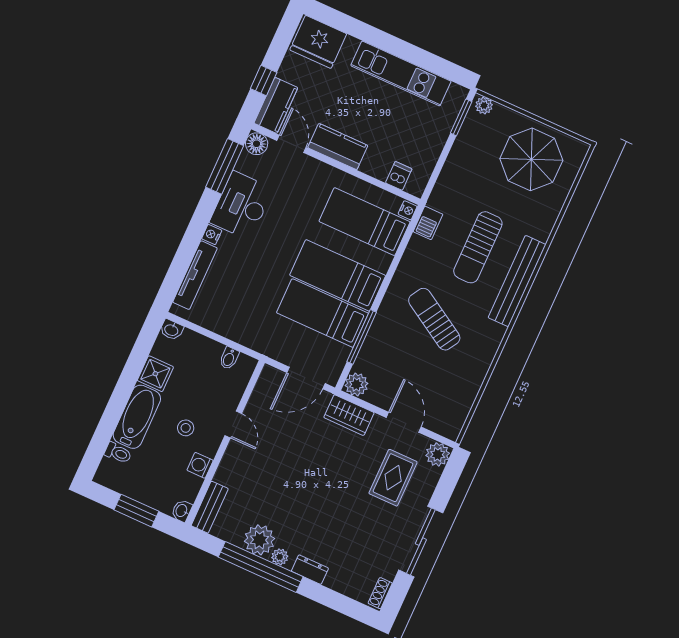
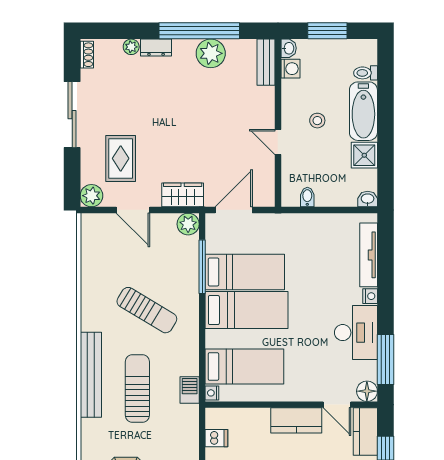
dishwasher: (399, 176) -> (216, 438), moved, turned -90
washing machine: (200, 465) -> (290, 69), moved
plant: (280, 557) -> (131, 47), moved

